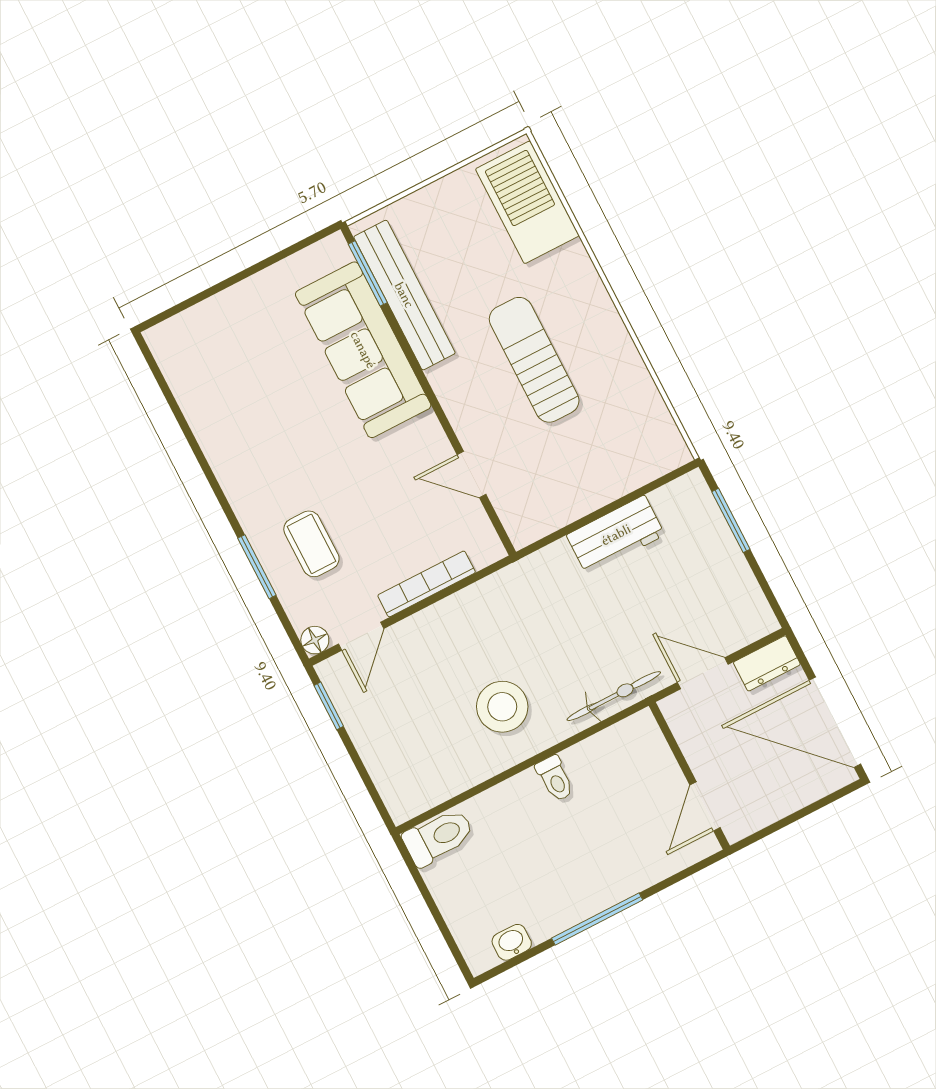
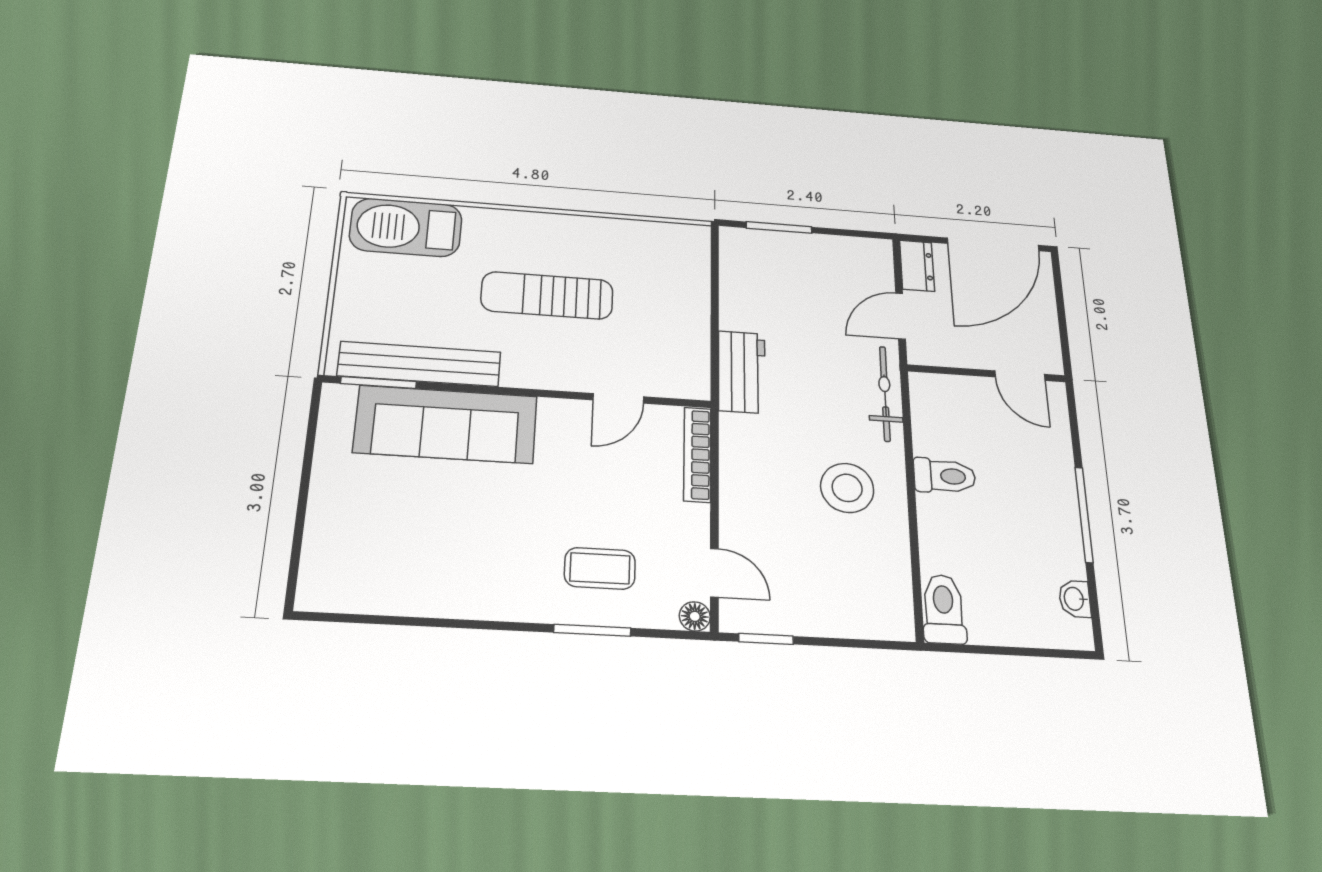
workbench: (616, 535) -> (742, 372), moved
bookcase: (427, 584) -> (697, 454), moved
toilet: (555, 778) -> (945, 476), width x1.37, depth x1.39

